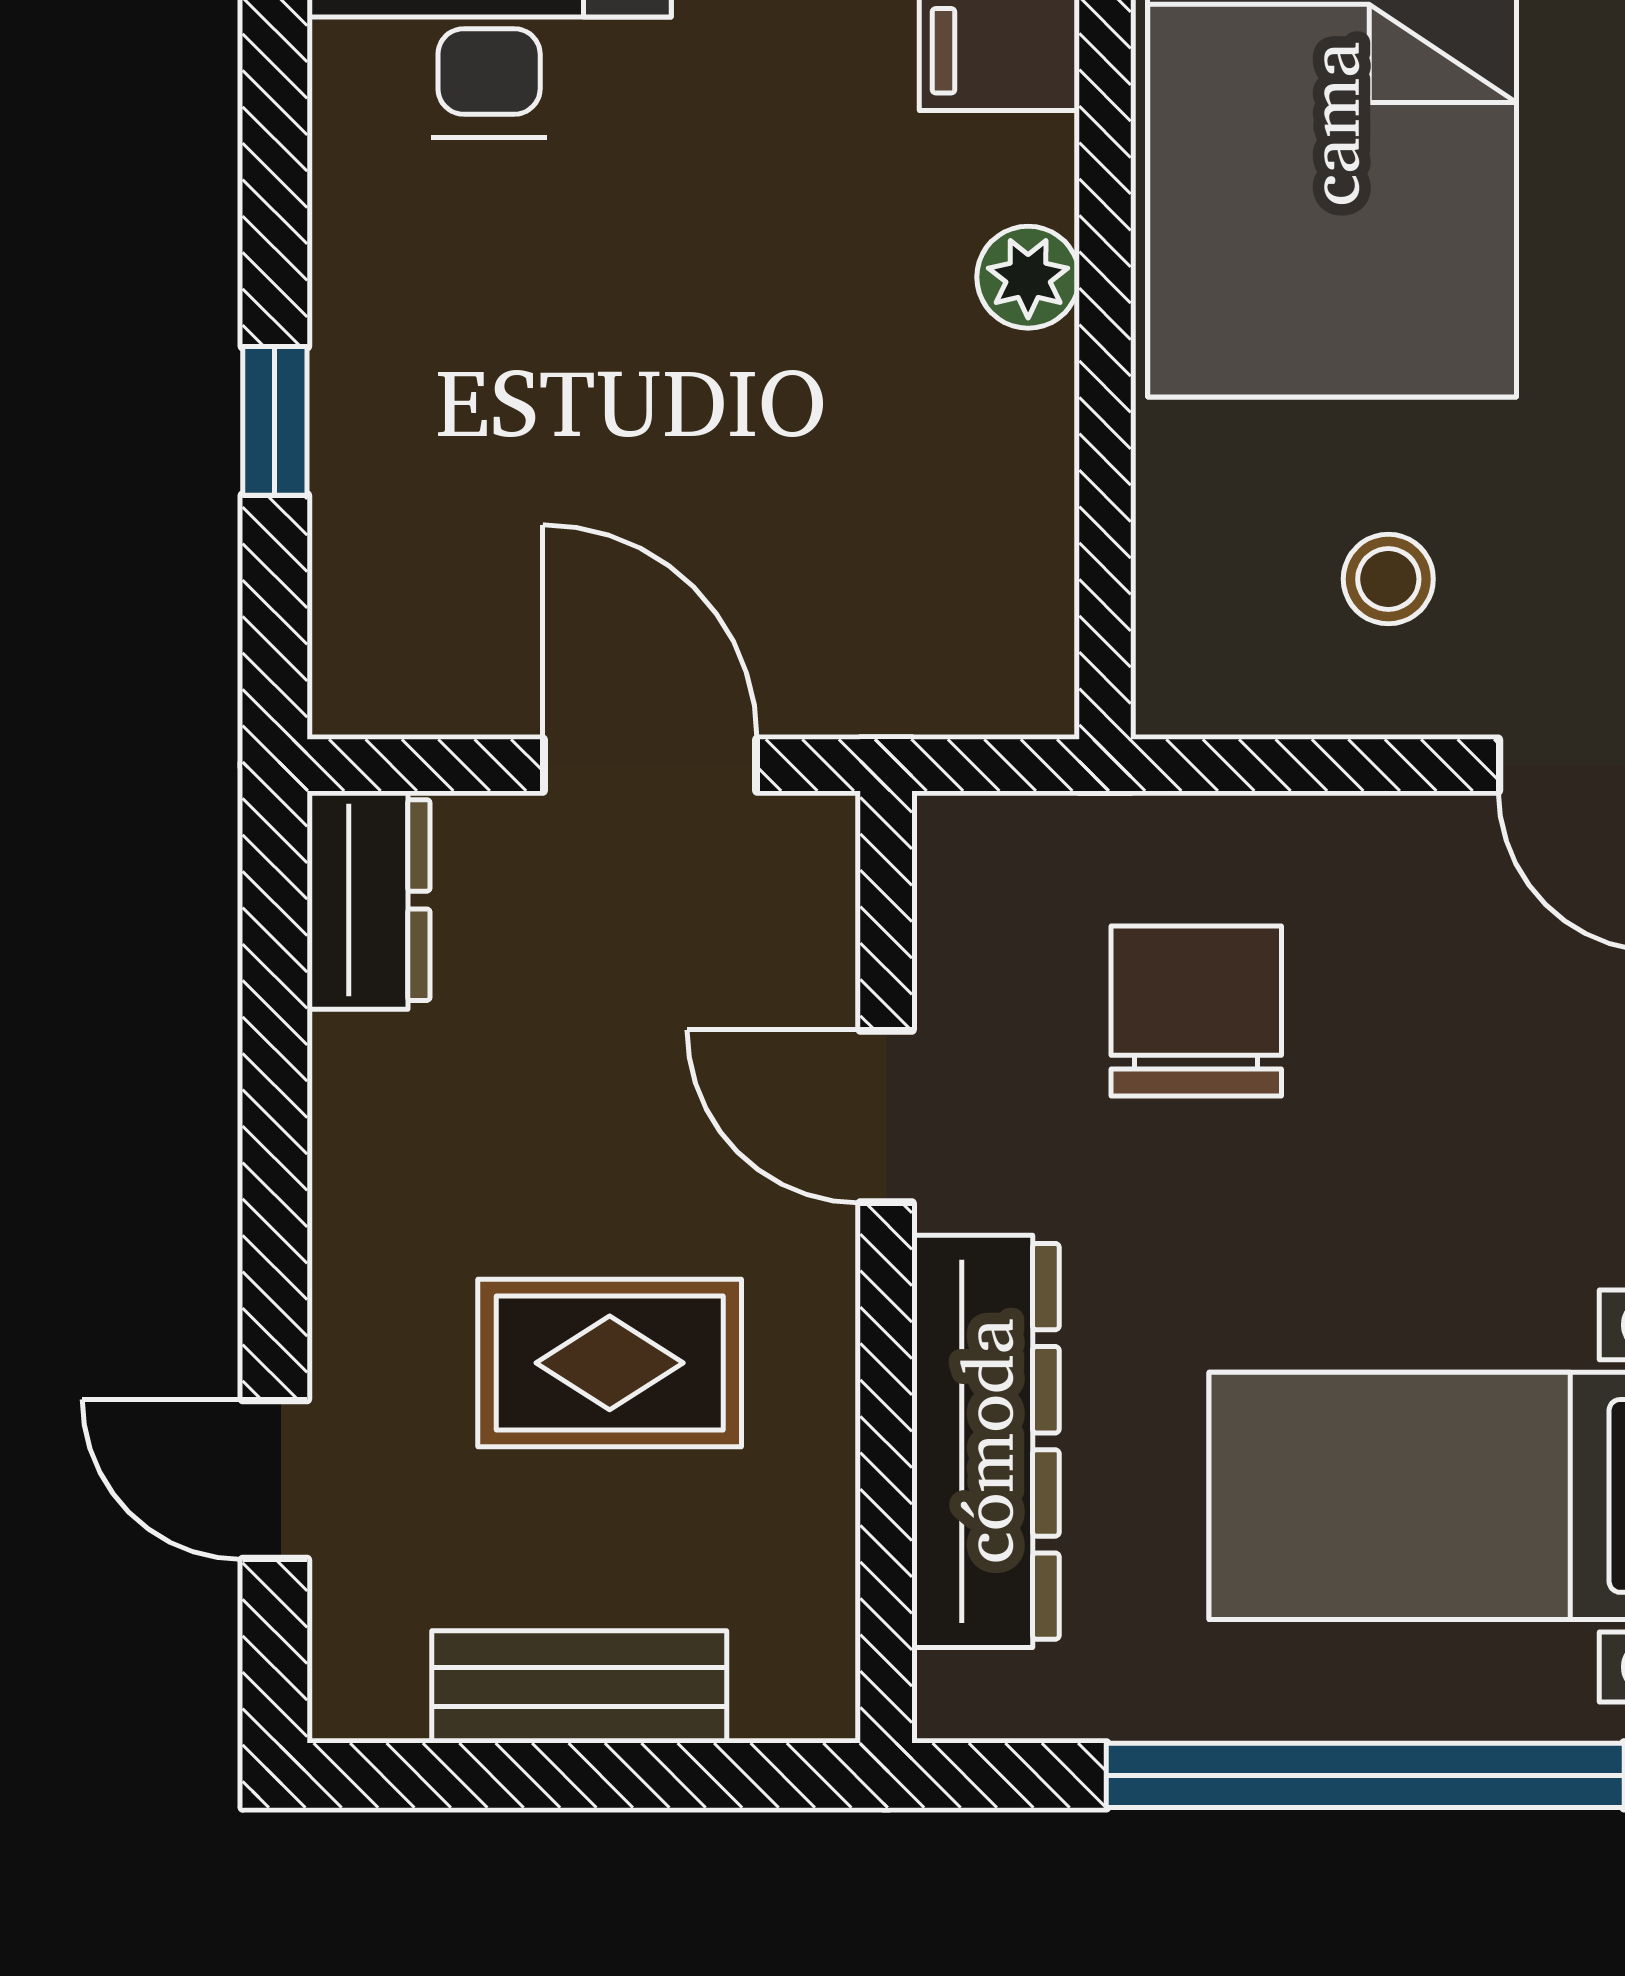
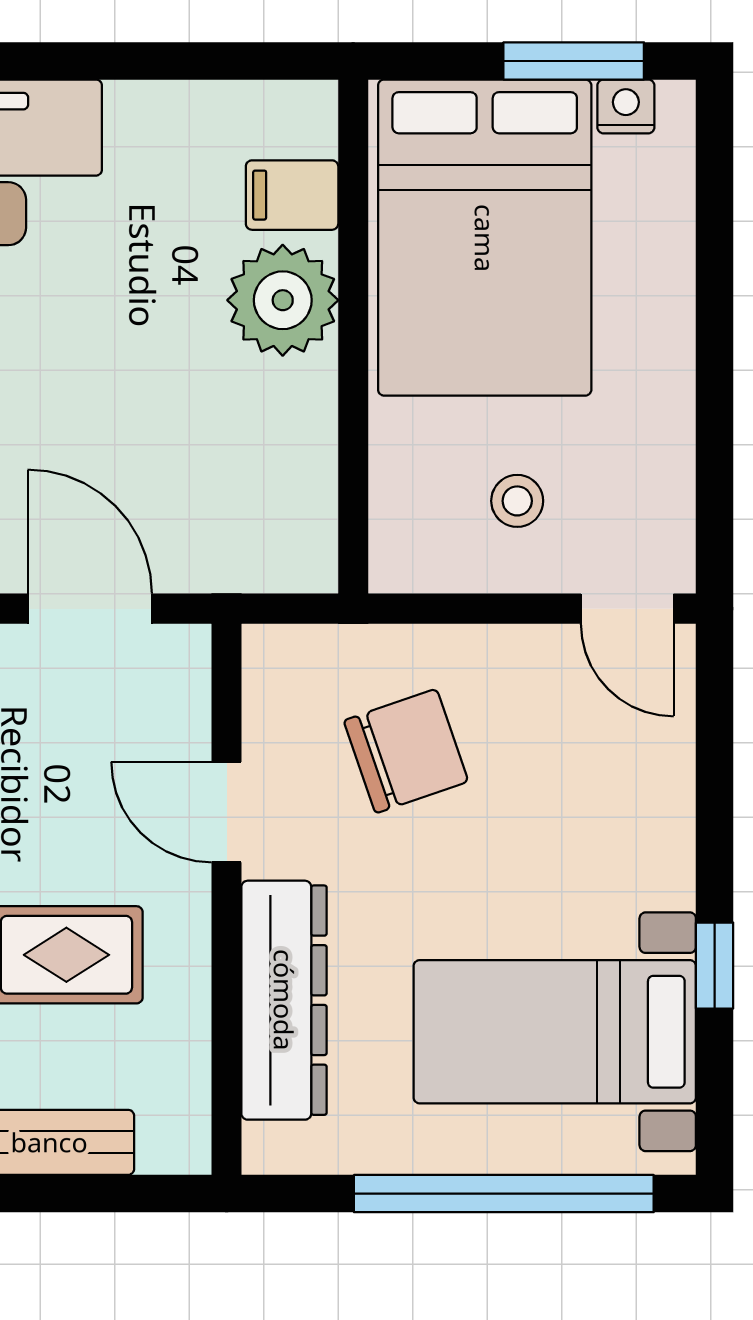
plant: (1028, 277) -> (283, 300), width x1.88, depth x1.88
chair: (1196, 1011) -> (406, 751), turned 71

